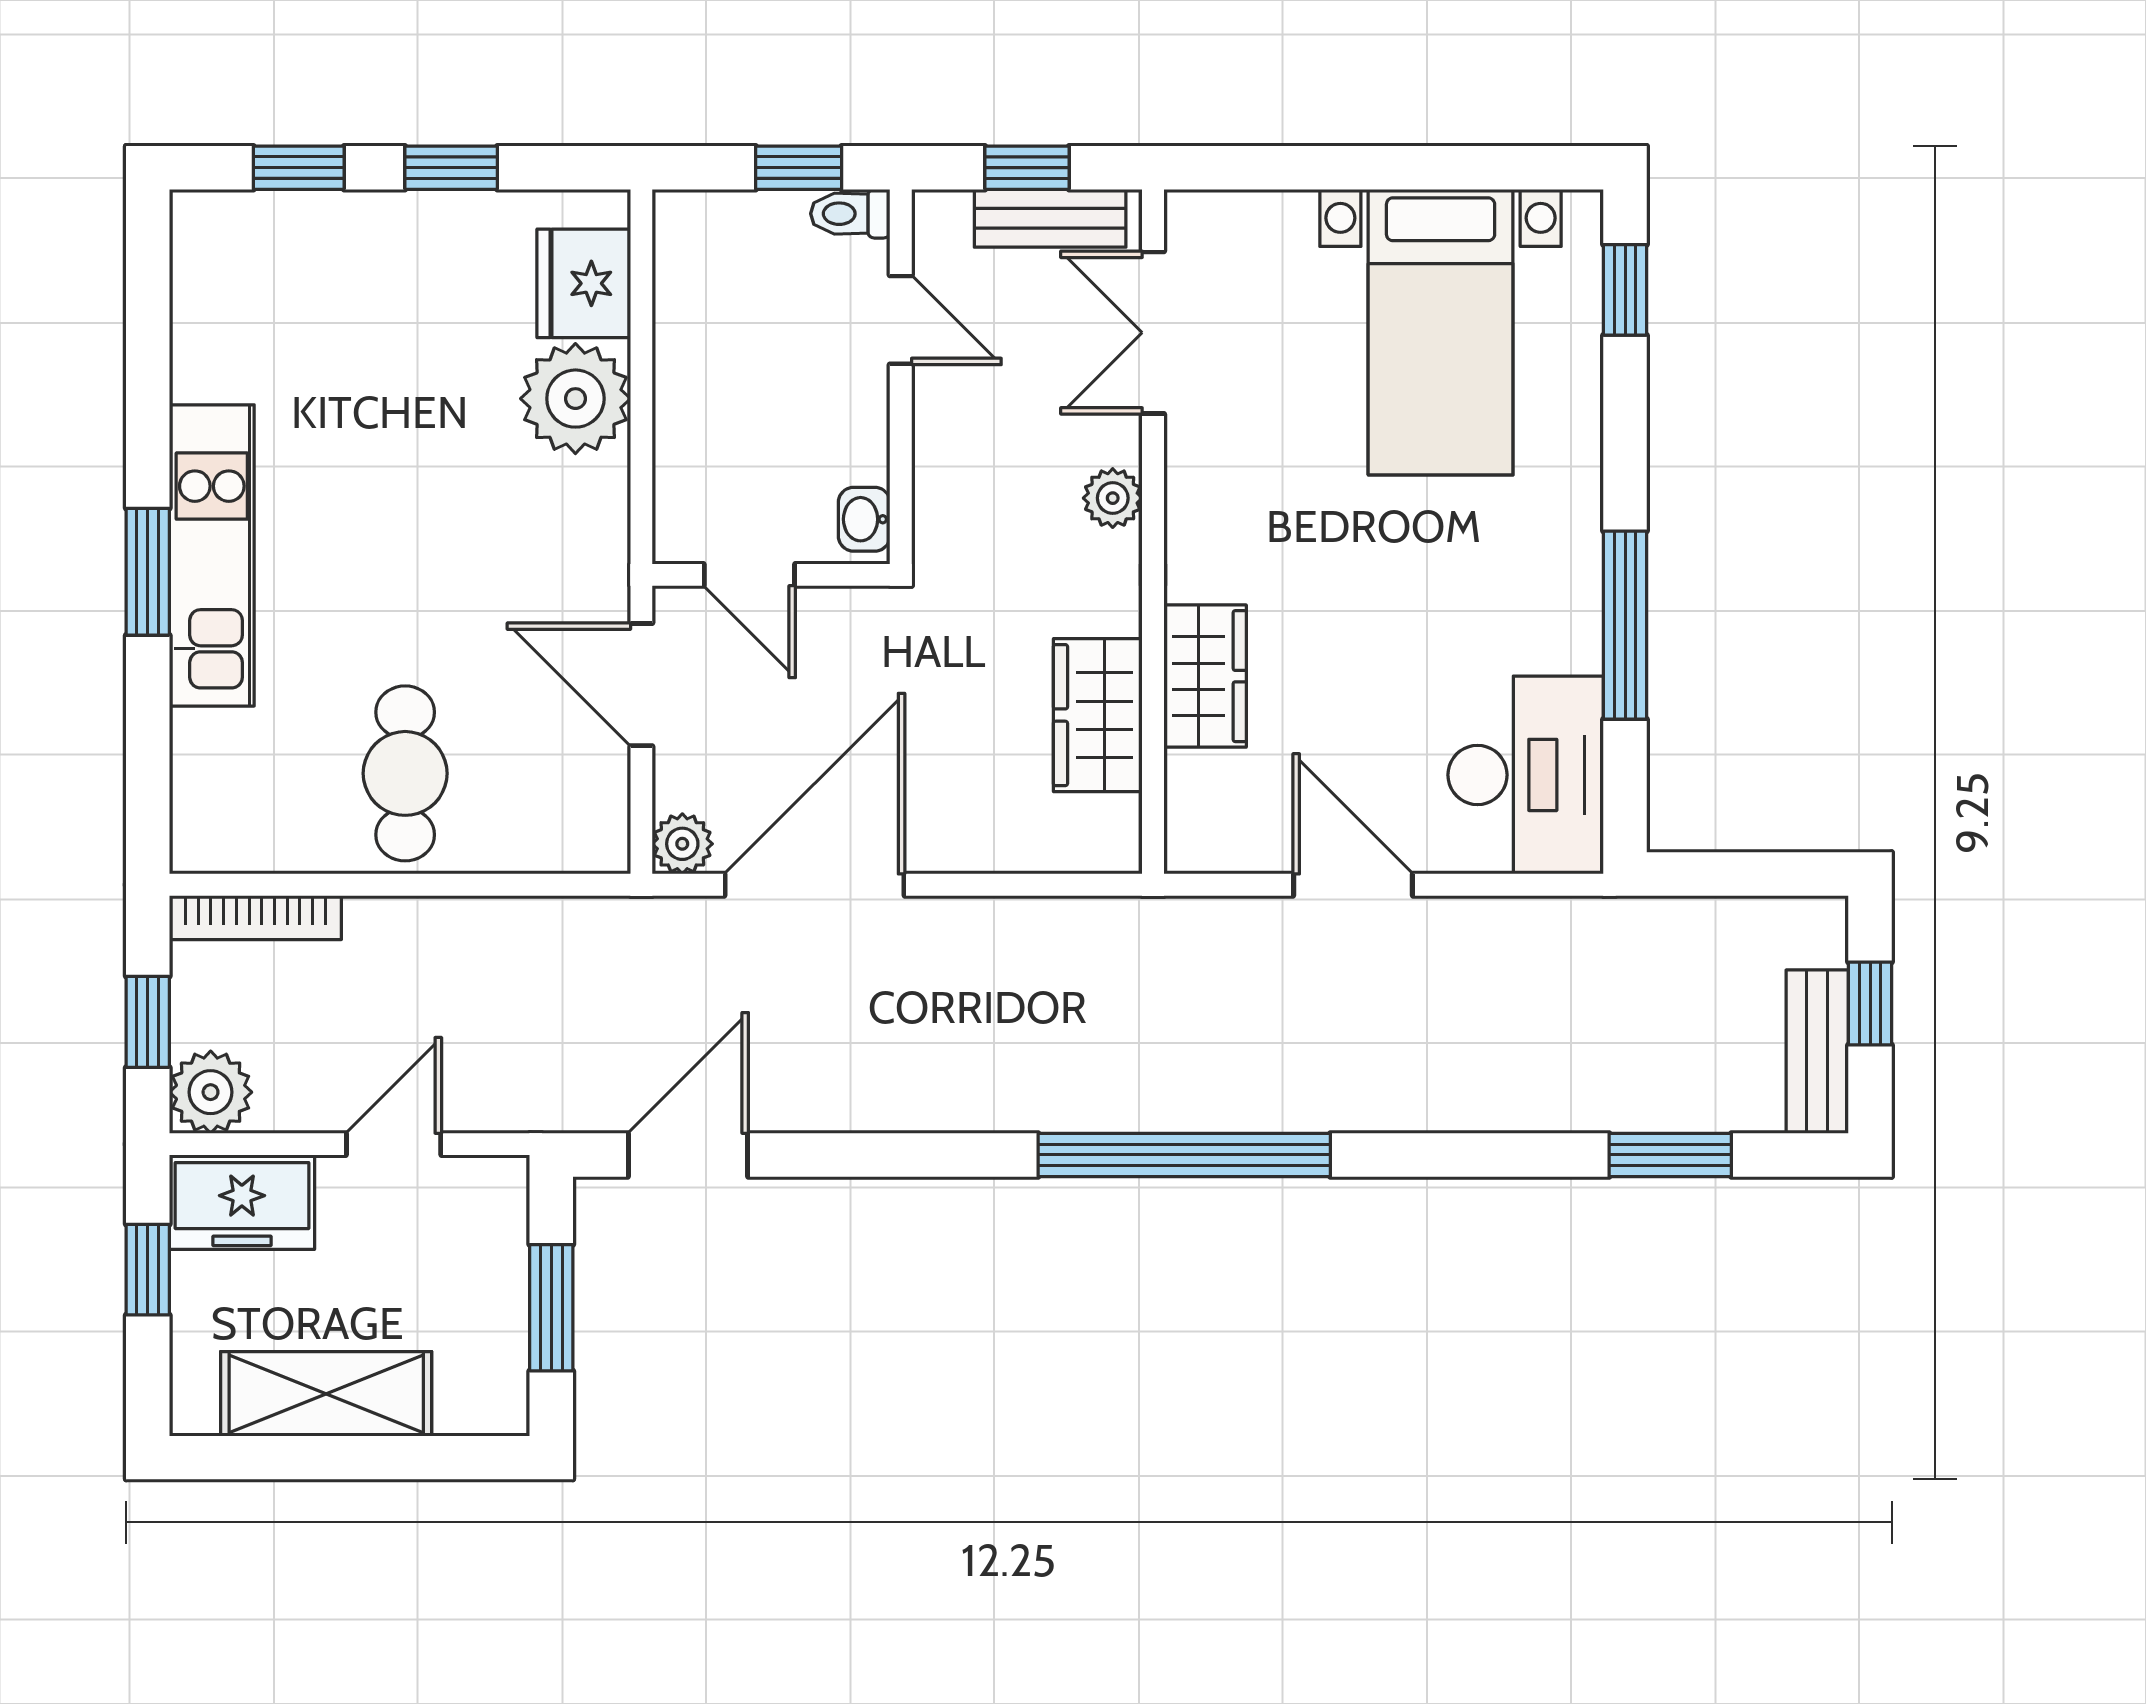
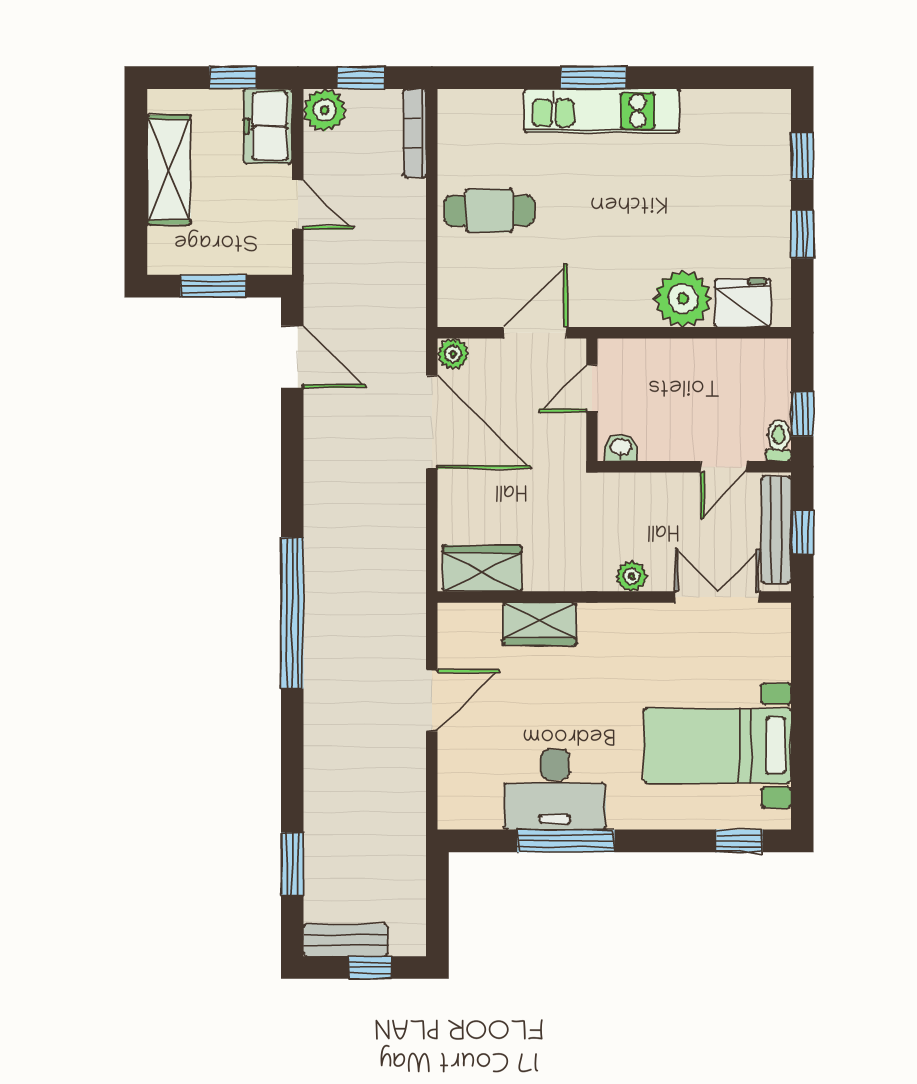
bench: (1050, 218) -> (776, 530), width x1.36
wardrobe: (1098, 715) -> (482, 568), moved
desk: (1526, 775) -> (555, 790), moved

